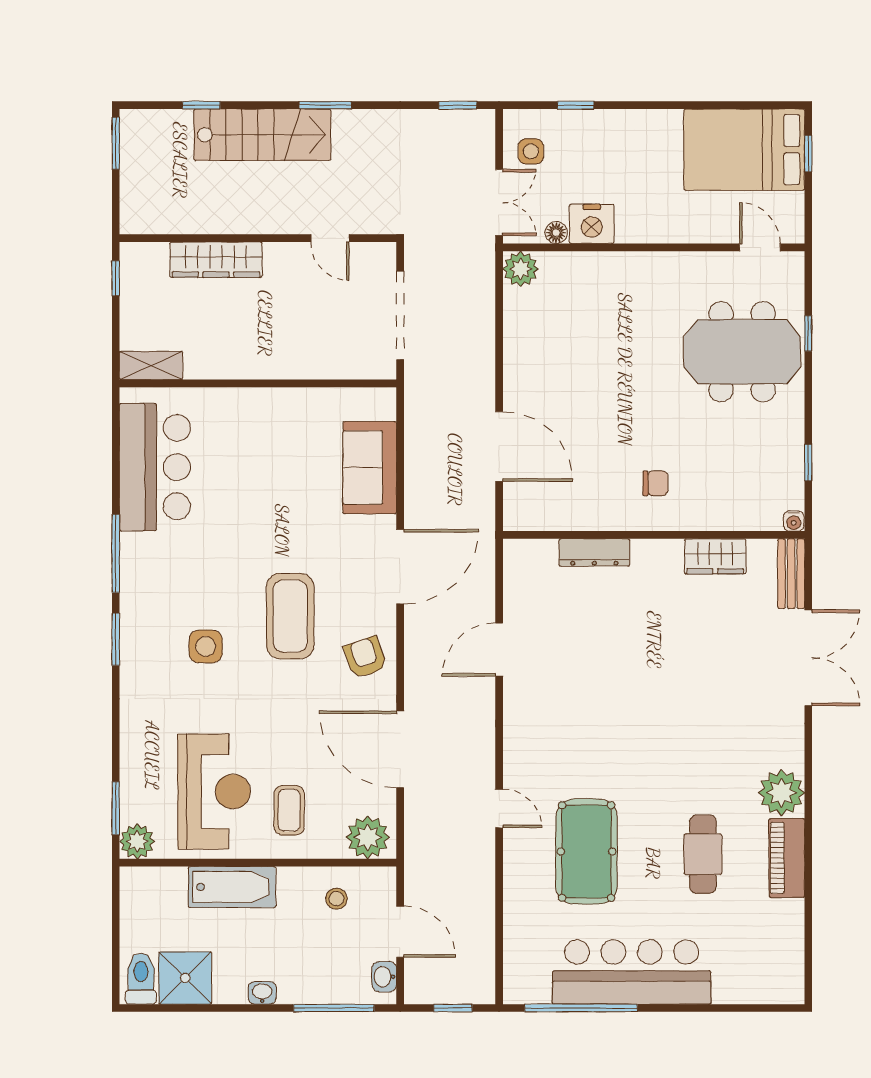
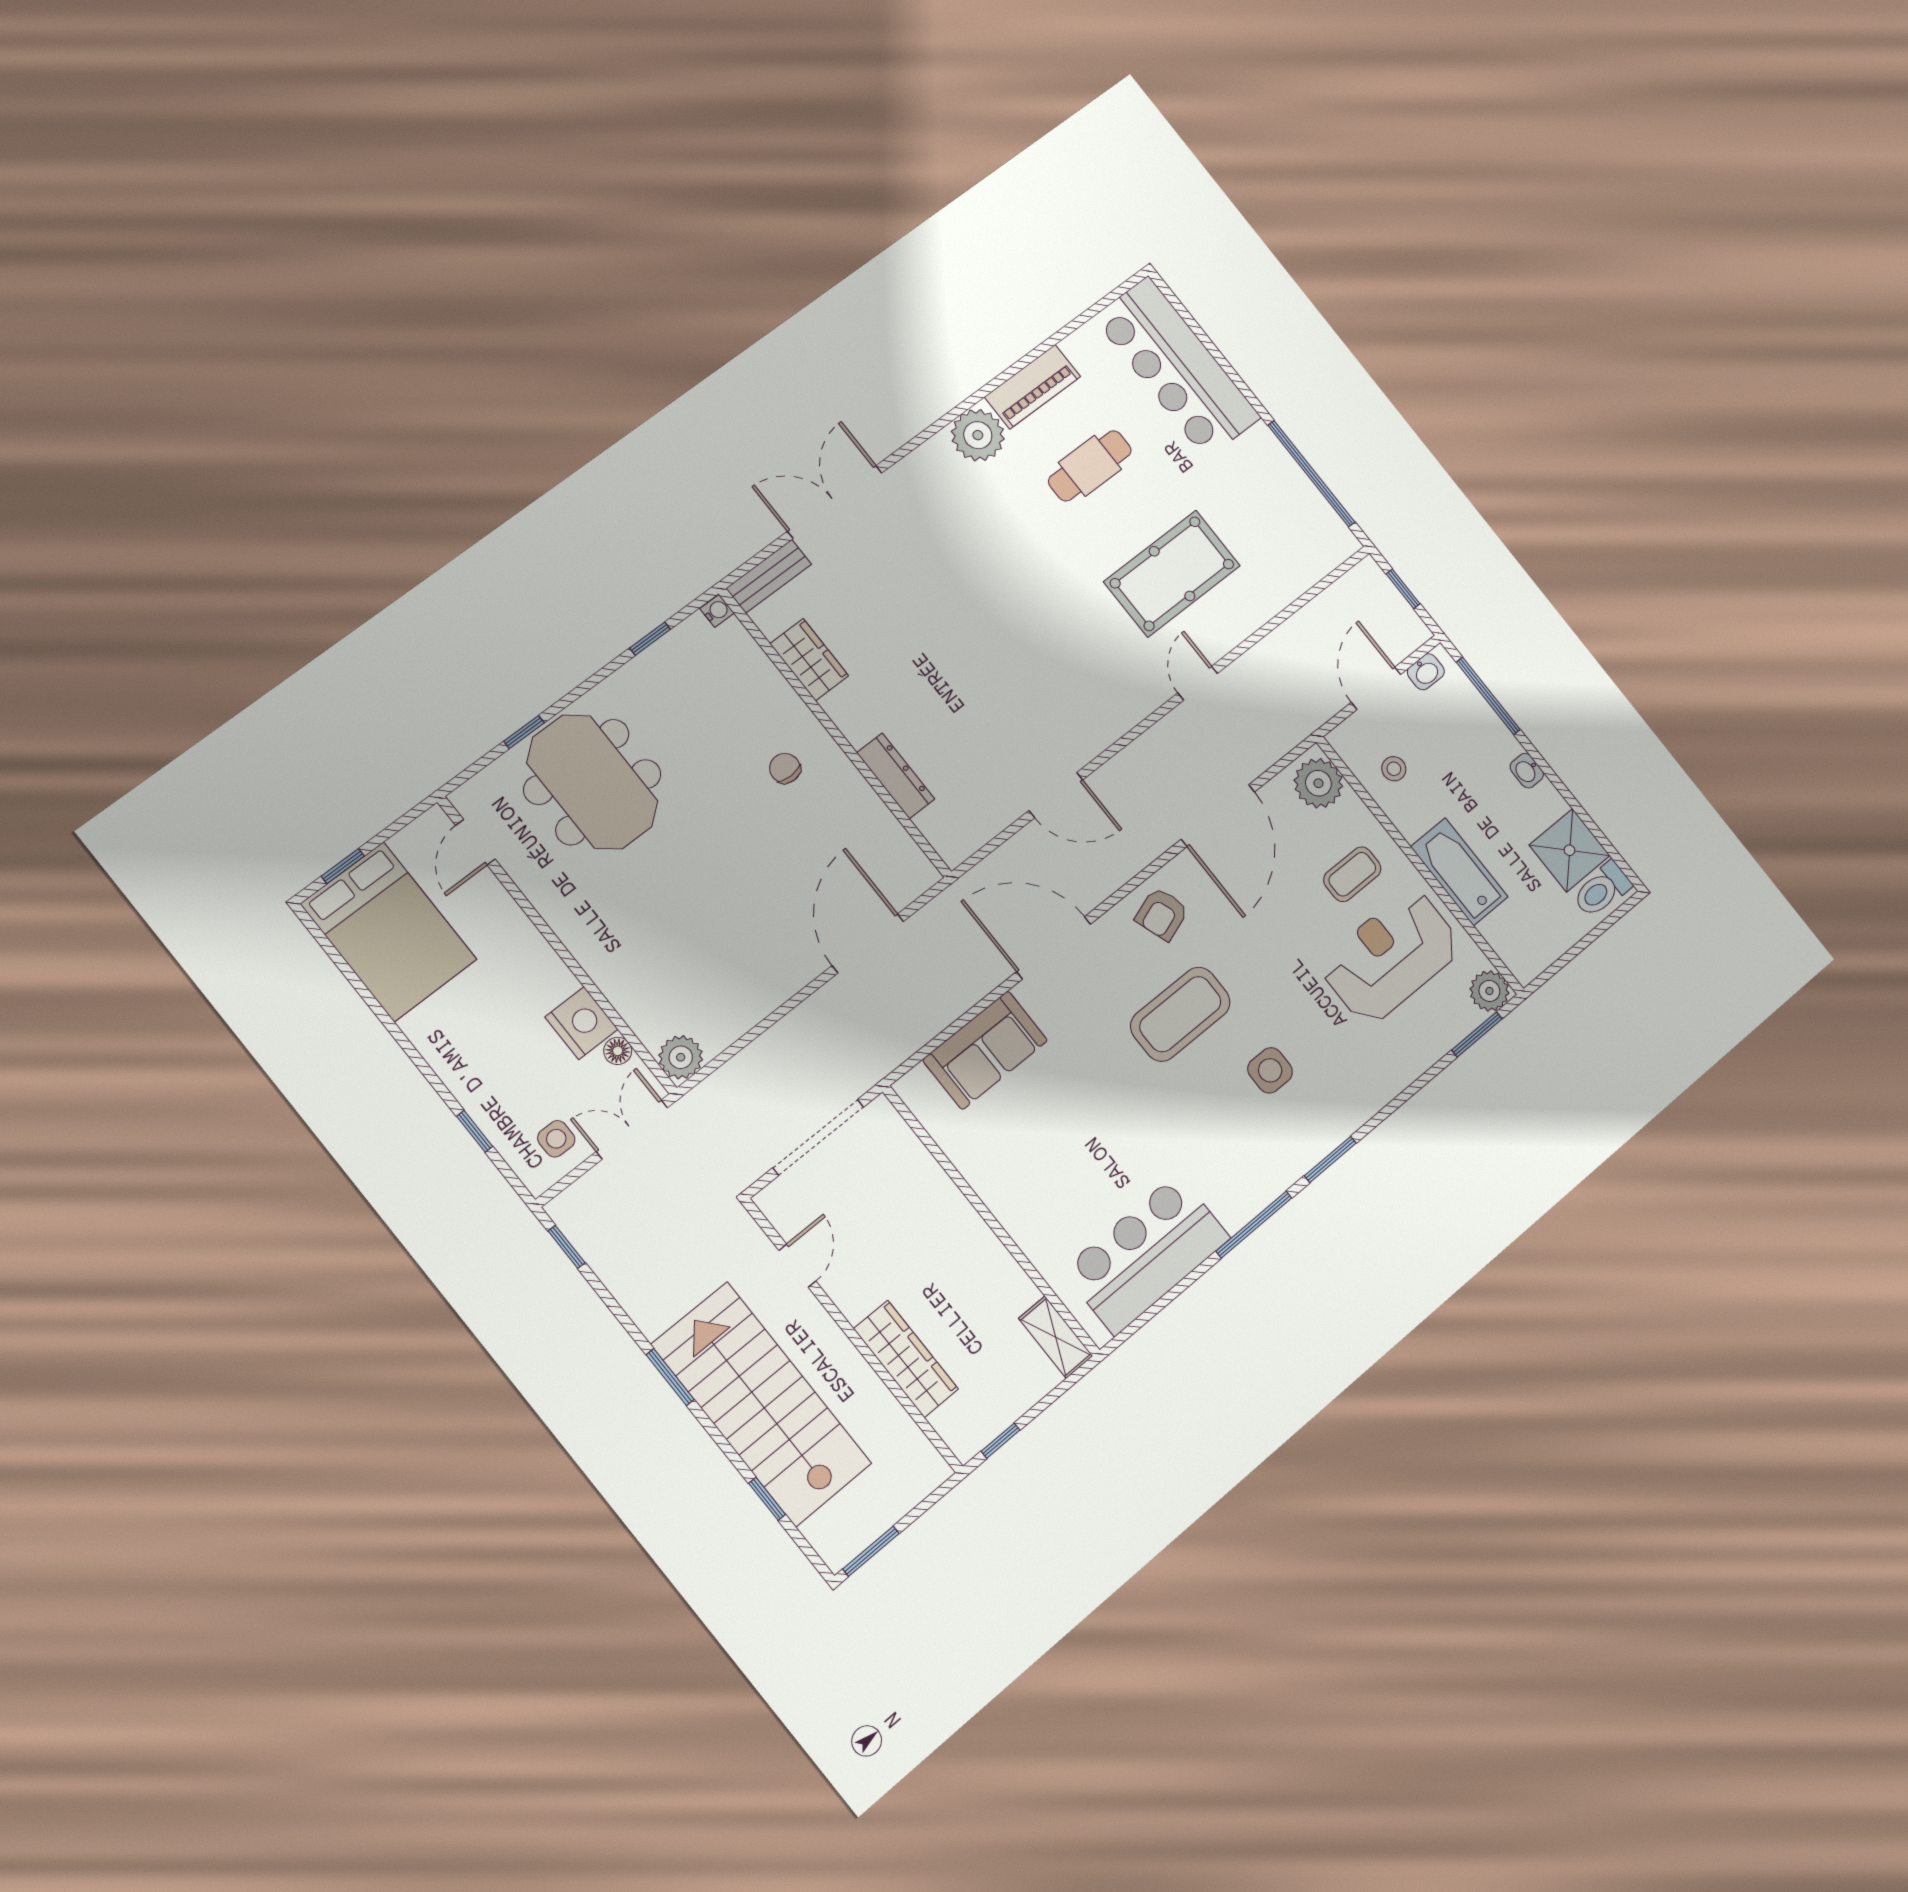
stairs: (262, 135) -> (761, 1404), width x1.36, depth x1.51
bar counter: (632, 972) -> (1177, 367), moved

